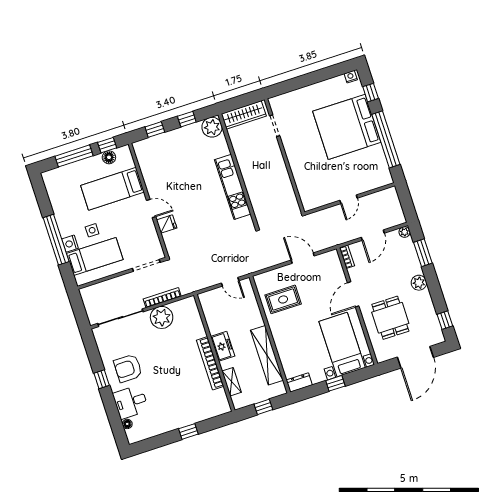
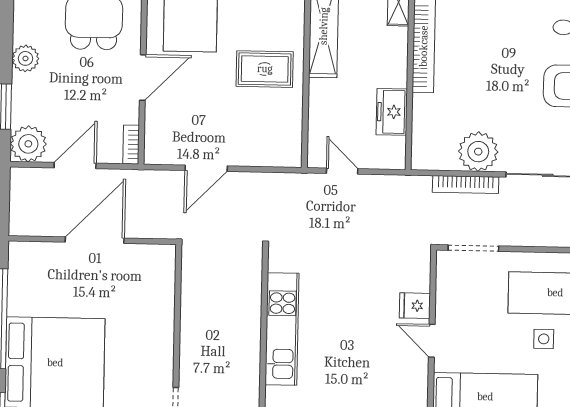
door: (349, 199) -> (95, 240), width x1.88
plant: (405, 232) -> (28, 144), width x1.88, depth x1.88
door: (303, 258) -> (206, 168), hinge flipped
rug: (283, 299) -> (265, 69), moved
freezer: (223, 346) -> (392, 112), moved

